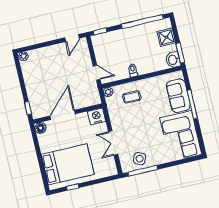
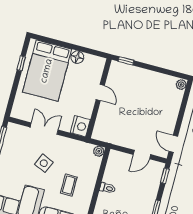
door: (97, 73) -> (142, 155), moved
coffee table: (132, 97) -> (69, 185), moved
door: (63, 115) -> (100, 92), width x0.53
floor lamp: (41, 128) -> (77, 57), moved
side table: (140, 159) -> (44, 163), moved

